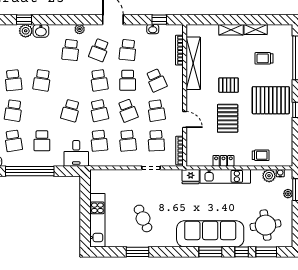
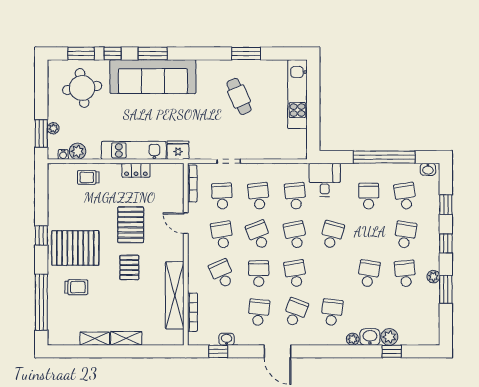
plant: (80, 29) -> (353, 339), moved
trolley: (264, 58) -> (76, 287), moved
pallet: (229, 85) -> (129, 267), turned 90

